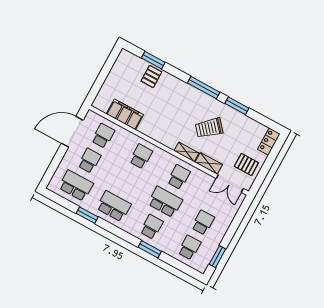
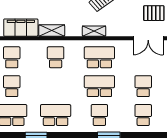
shelving: (209, 163) -> (52, 31), moved
school desk: (179, 177) -> (99, 57), width x1.85

